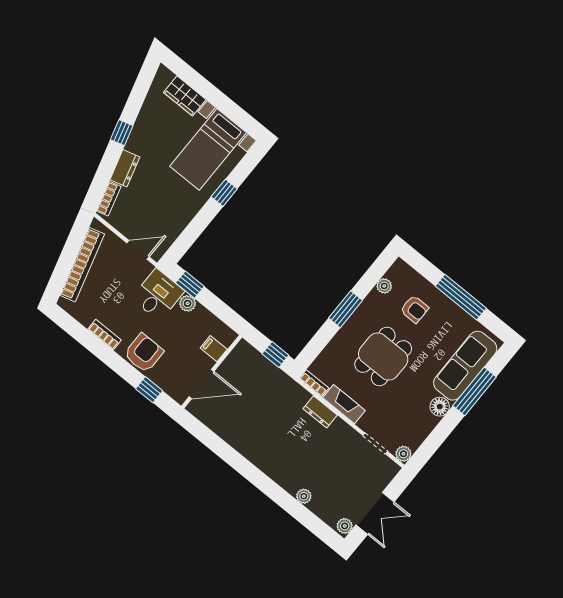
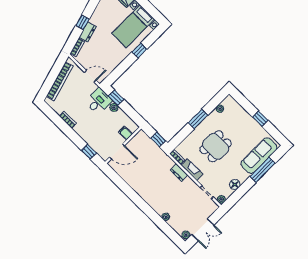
window: (122, 133) -> (82, 22), moved
window: (461, 297) -> (260, 119), width x0.46
armchair: (414, 309) -> (235, 123), removed
armchair: (144, 353) -> (88, 132), removed
floor lamp: (440, 407) -> (235, 184), moved

